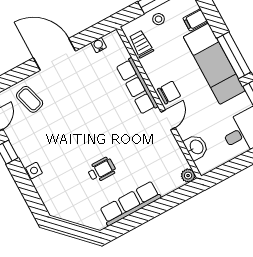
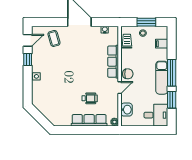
exam couch: (214, 64) -> (162, 78), width x0.73, depth x0.69
wheelchair: (102, 170) -> (90, 98), moved
row of seats: (130, 203) -> (89, 120), moved

